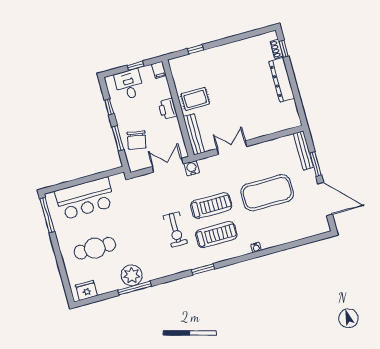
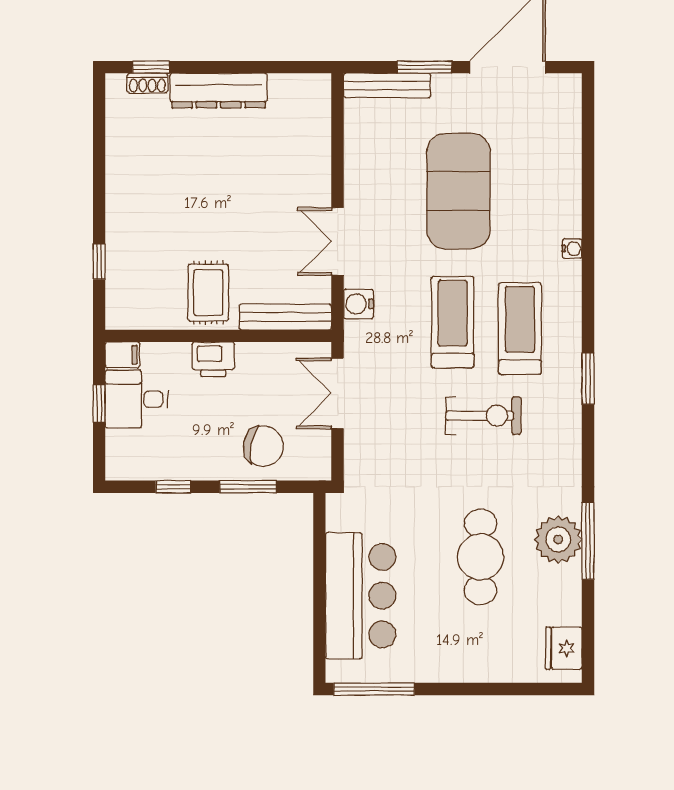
desk: (129, 85) -> (136, 399), moved
water cooler: (192, 168) -> (358, 304), moved
cafe table: (95, 248) -> (480, 557), moved

